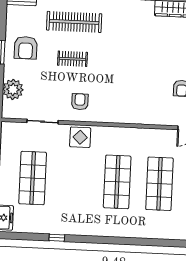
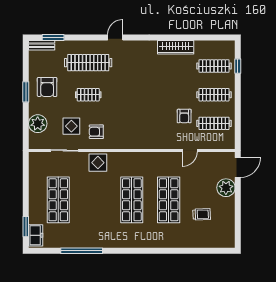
display table: (52, 94) -> (71, 126), added
armchair: (80, 102) -> (96, 132), turned -90
window: (57, 238) -> (82, 251), width x3.17

